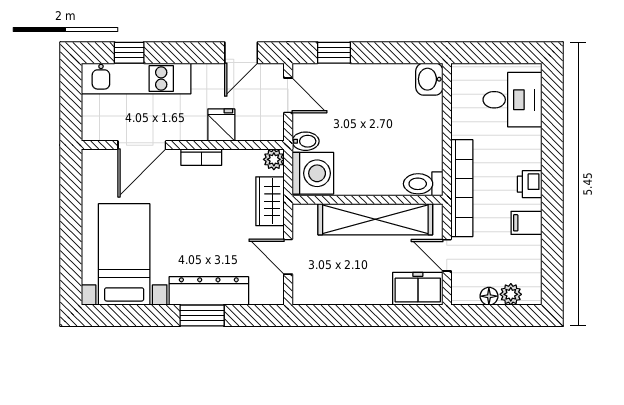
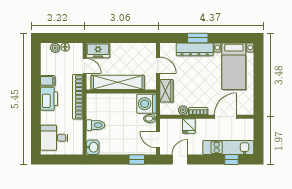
plant: (274, 159) -> (183, 110), moved
toilet: (423, 184) -> (96, 125), moved
printer: (530, 184) -> (49, 99), width x1.87, depth x1.48

